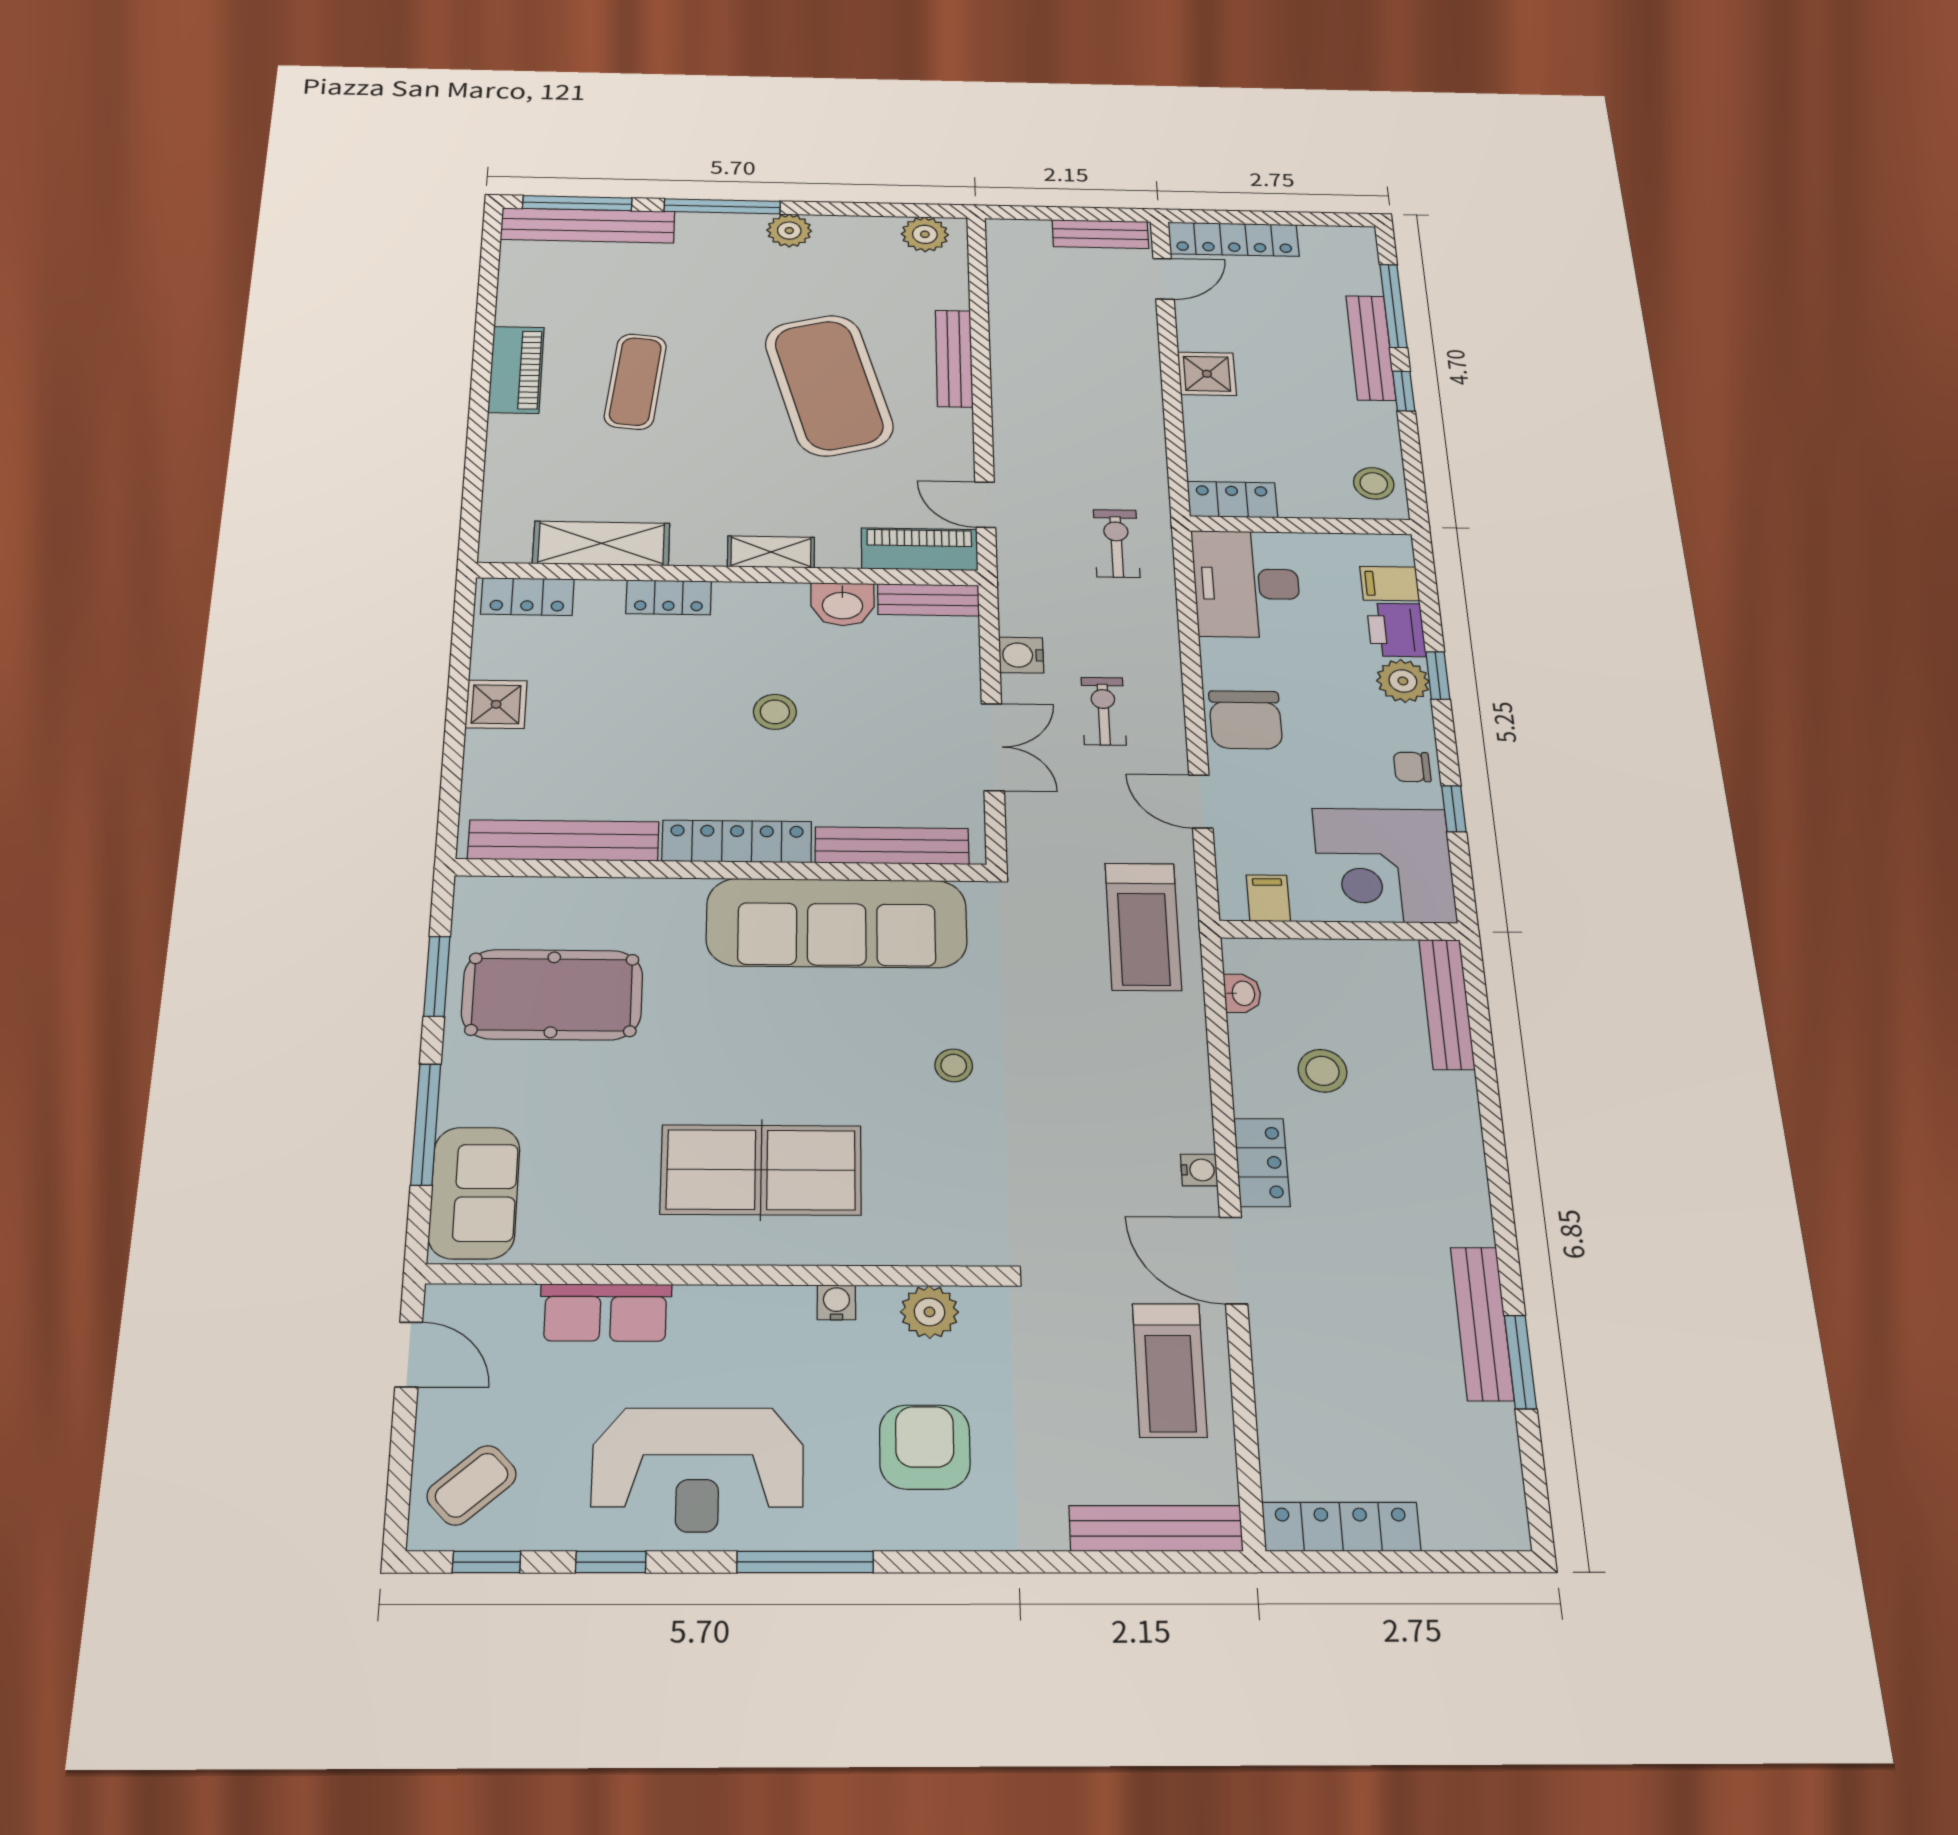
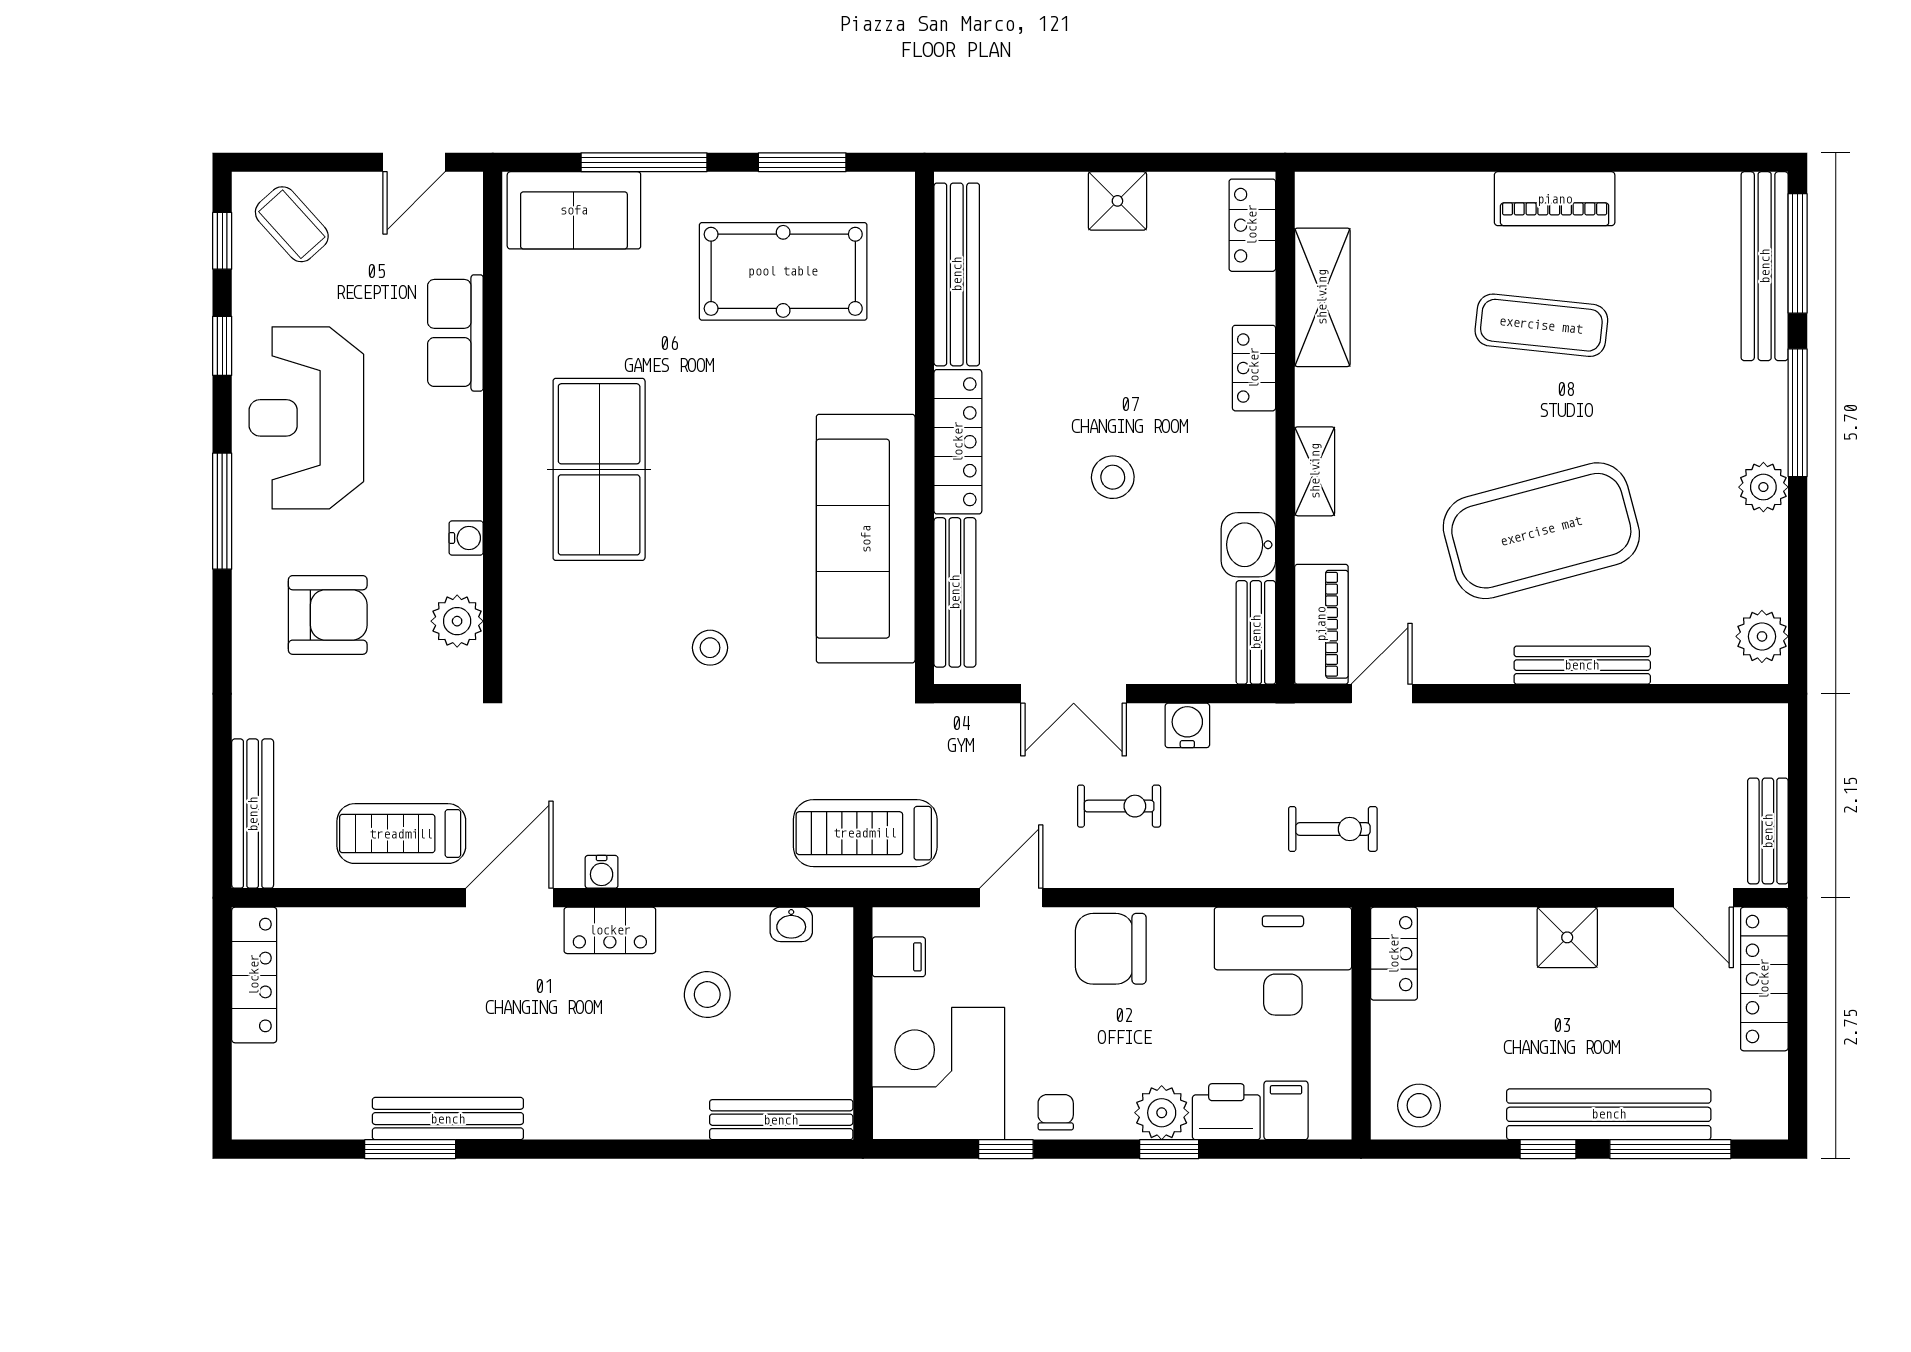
bench: (1371, 348) -> (1609, 1114), width x1.37, depth x1.21
pool table: (552, 995) -> (783, 271), turned 90

